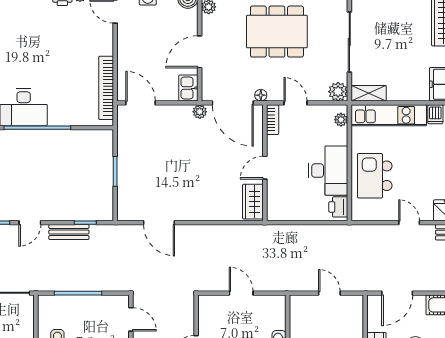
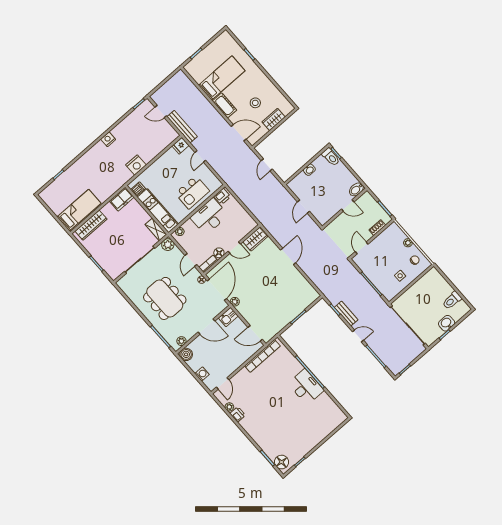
door: (141, 103) -> (255, 333), hinge flipped
floor lamp: (275, 144) -> (219, 253), added
door: (159, 223) -> (288, 256), moved

